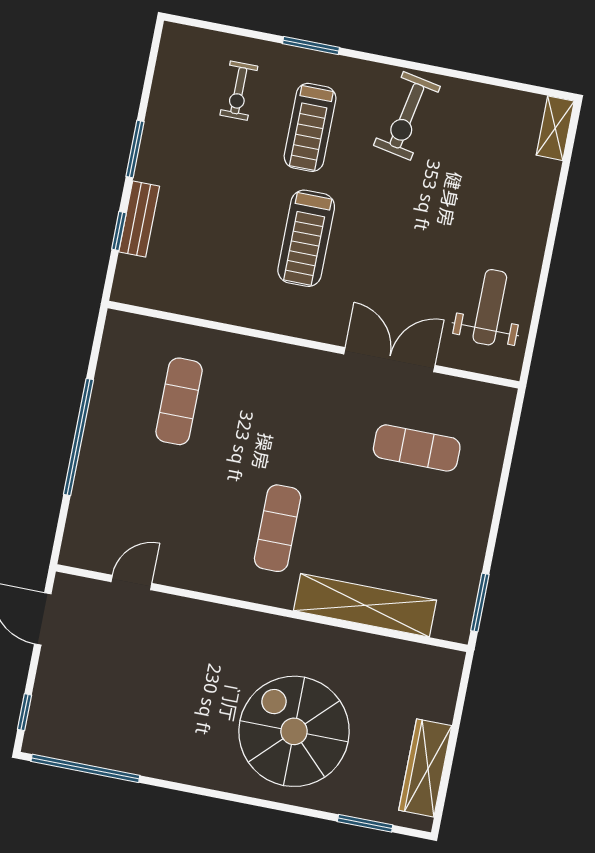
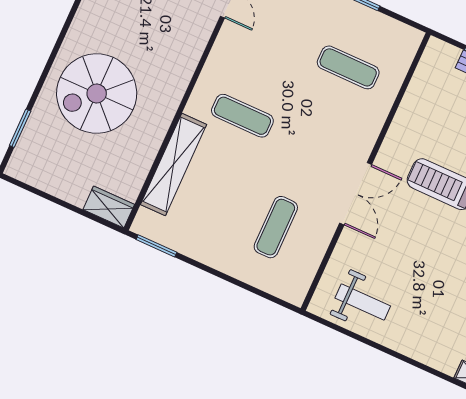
double door: (389, 360) -> (356, 194), moved
spiral stairs: (294, 731) -> (97, 94), turned 180
wardrobe: (425, 768) -> (109, 207), moved, width x0.67

